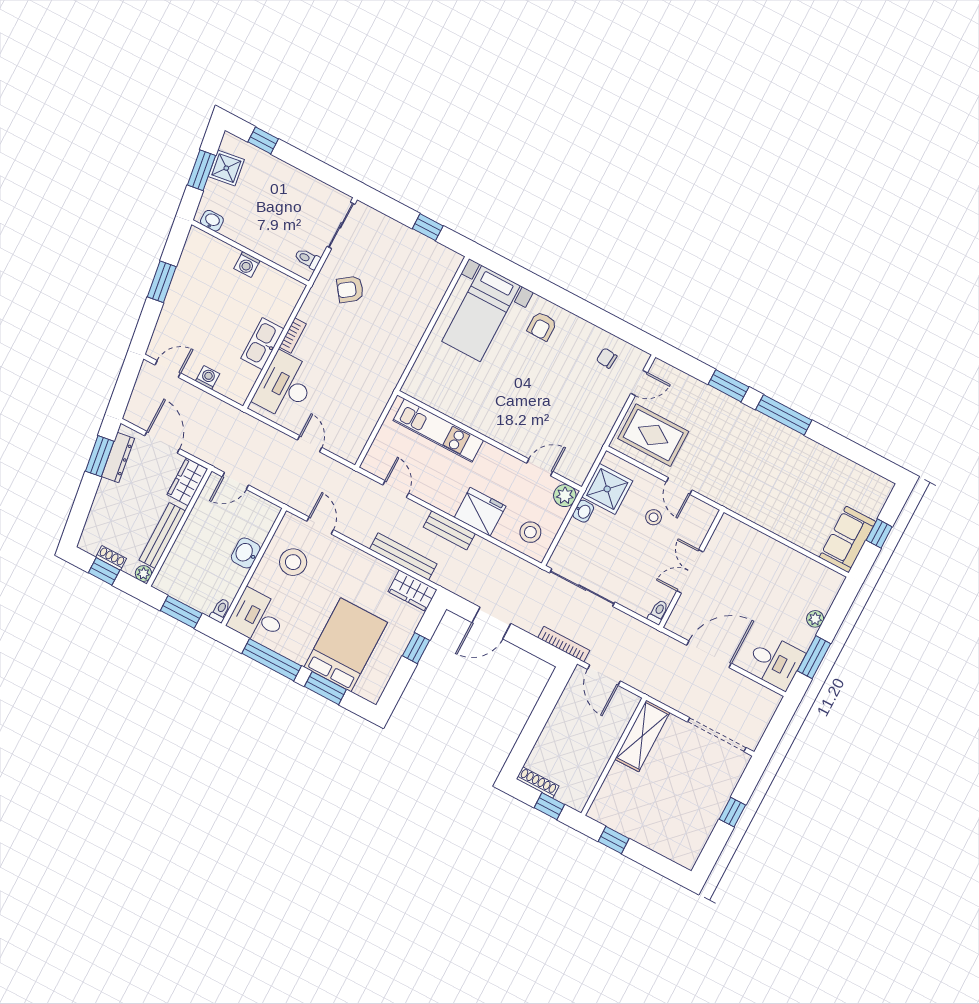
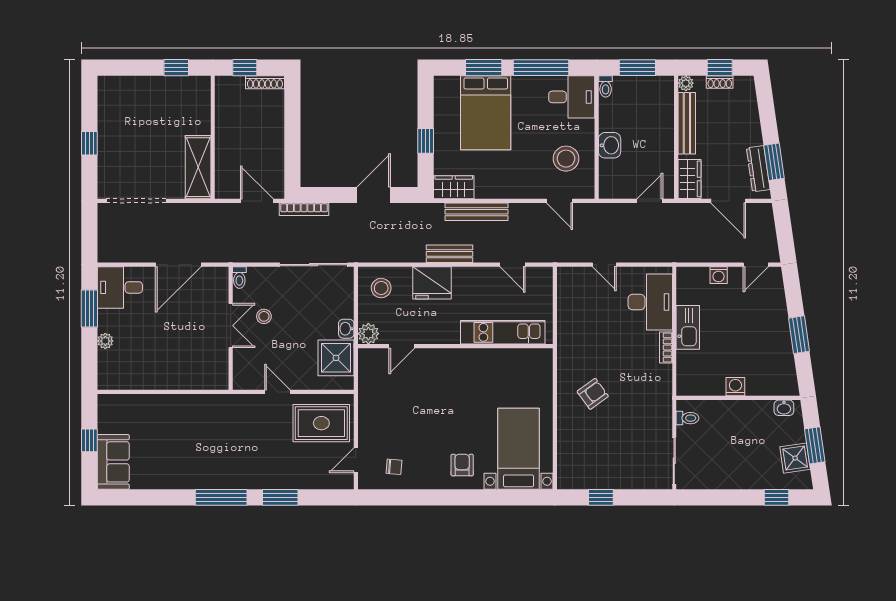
armchair: (350, 289) -> (593, 394), moved
stool: (654, 517) -> (264, 316), moved
sofa: (847, 539) -> (113, 462), moved

